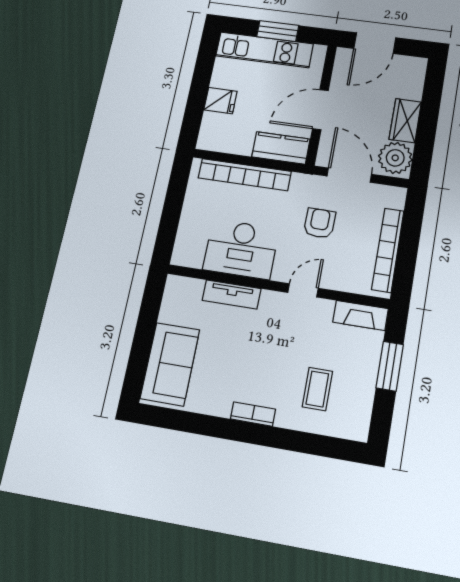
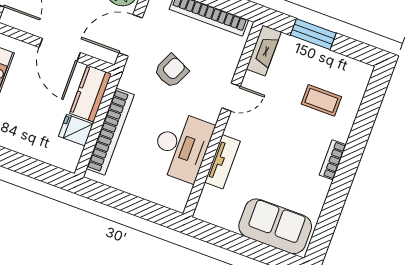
fridge: (220, 101) -> (76, 130), moved, turned -90
armchair: (320, 223) -> (171, 71), turned 114
door: (303, 290) -> (231, 97), swing flipped

